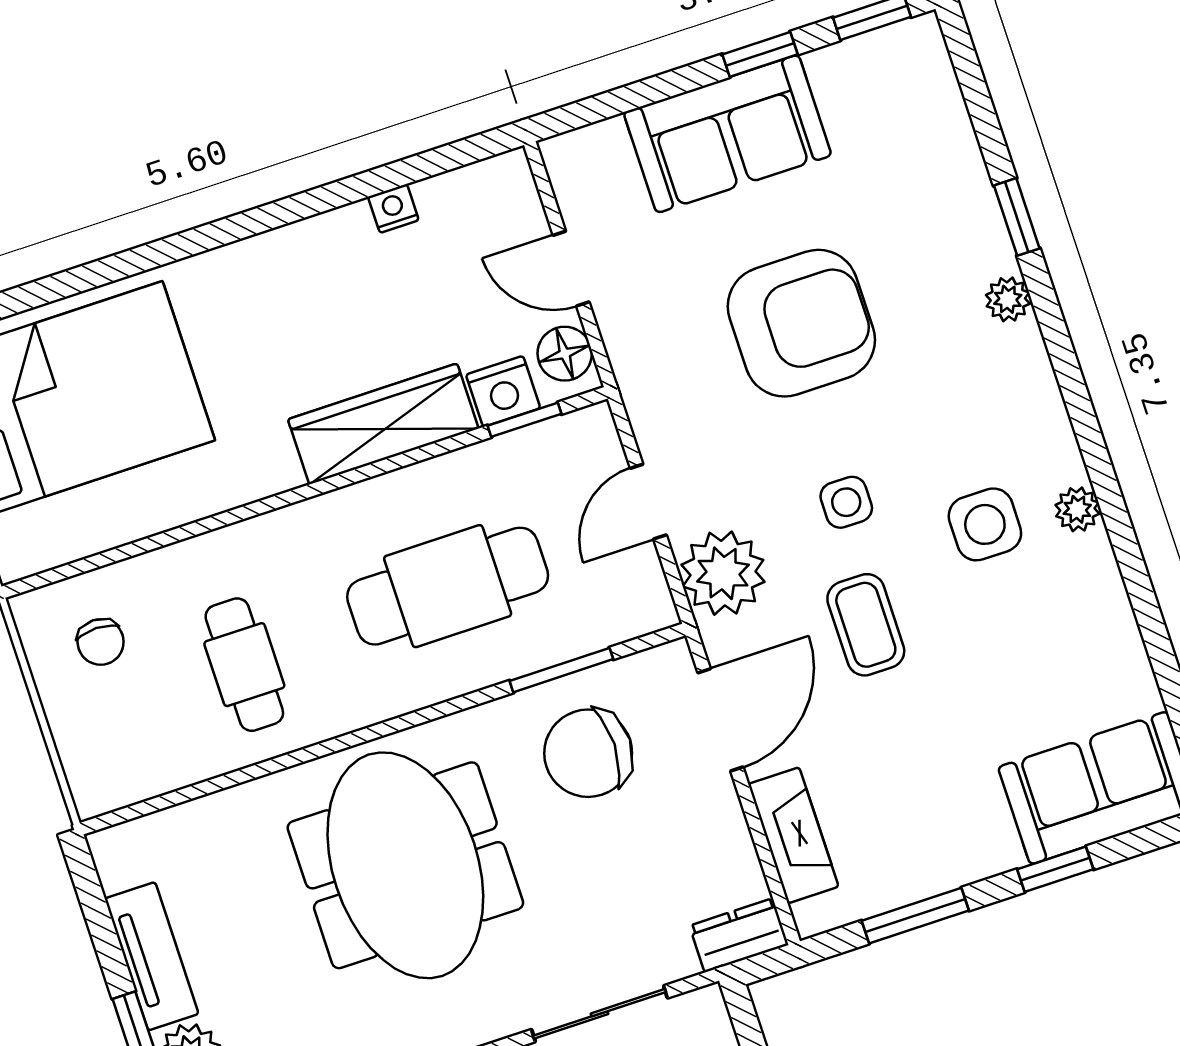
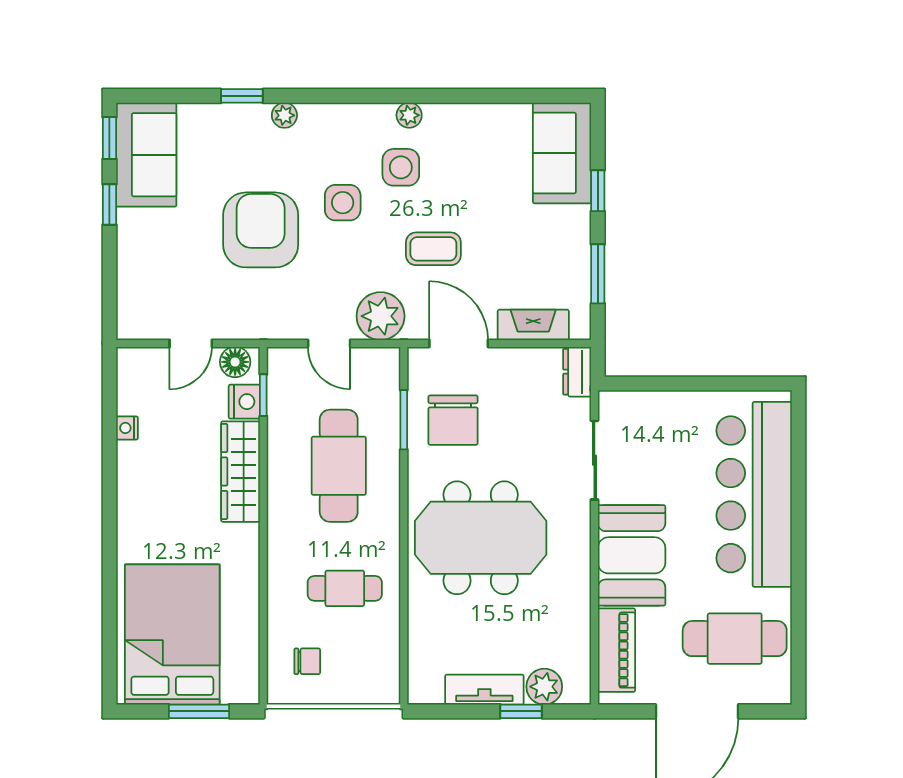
sofa: (727, 134) -> (146, 155), moved
side table: (846, 502) -> (343, 203), moved, width x1.37, depth x1.37

